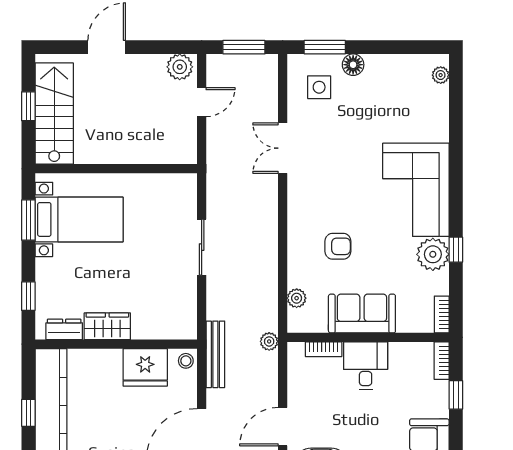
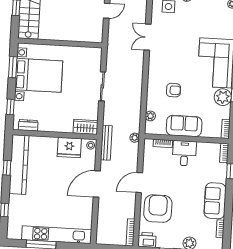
bed with nightstands: (79, 219) -> (39, 75), width x1.36
wardrobe: (107, 326) -> (86, 127), moved

